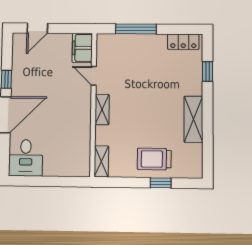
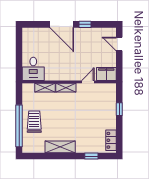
window: (136, 29) -> (119, 109), width x0.46
desk: (26, 158) -> (33, 69), moved, turned -90
shelving: (101, 161) -> (45, 88), moved
window: (161, 183) -> (19, 126), width x3.17

